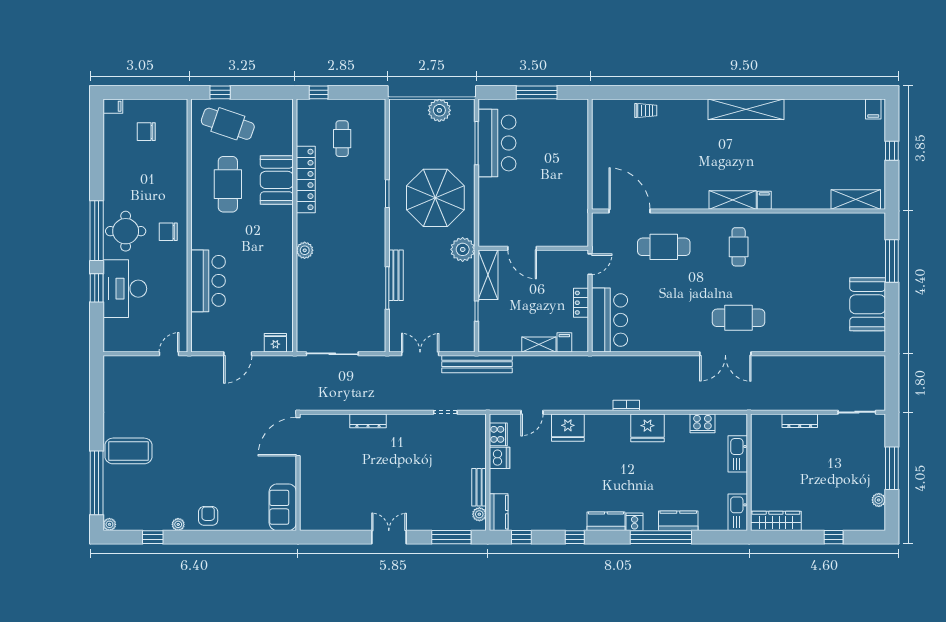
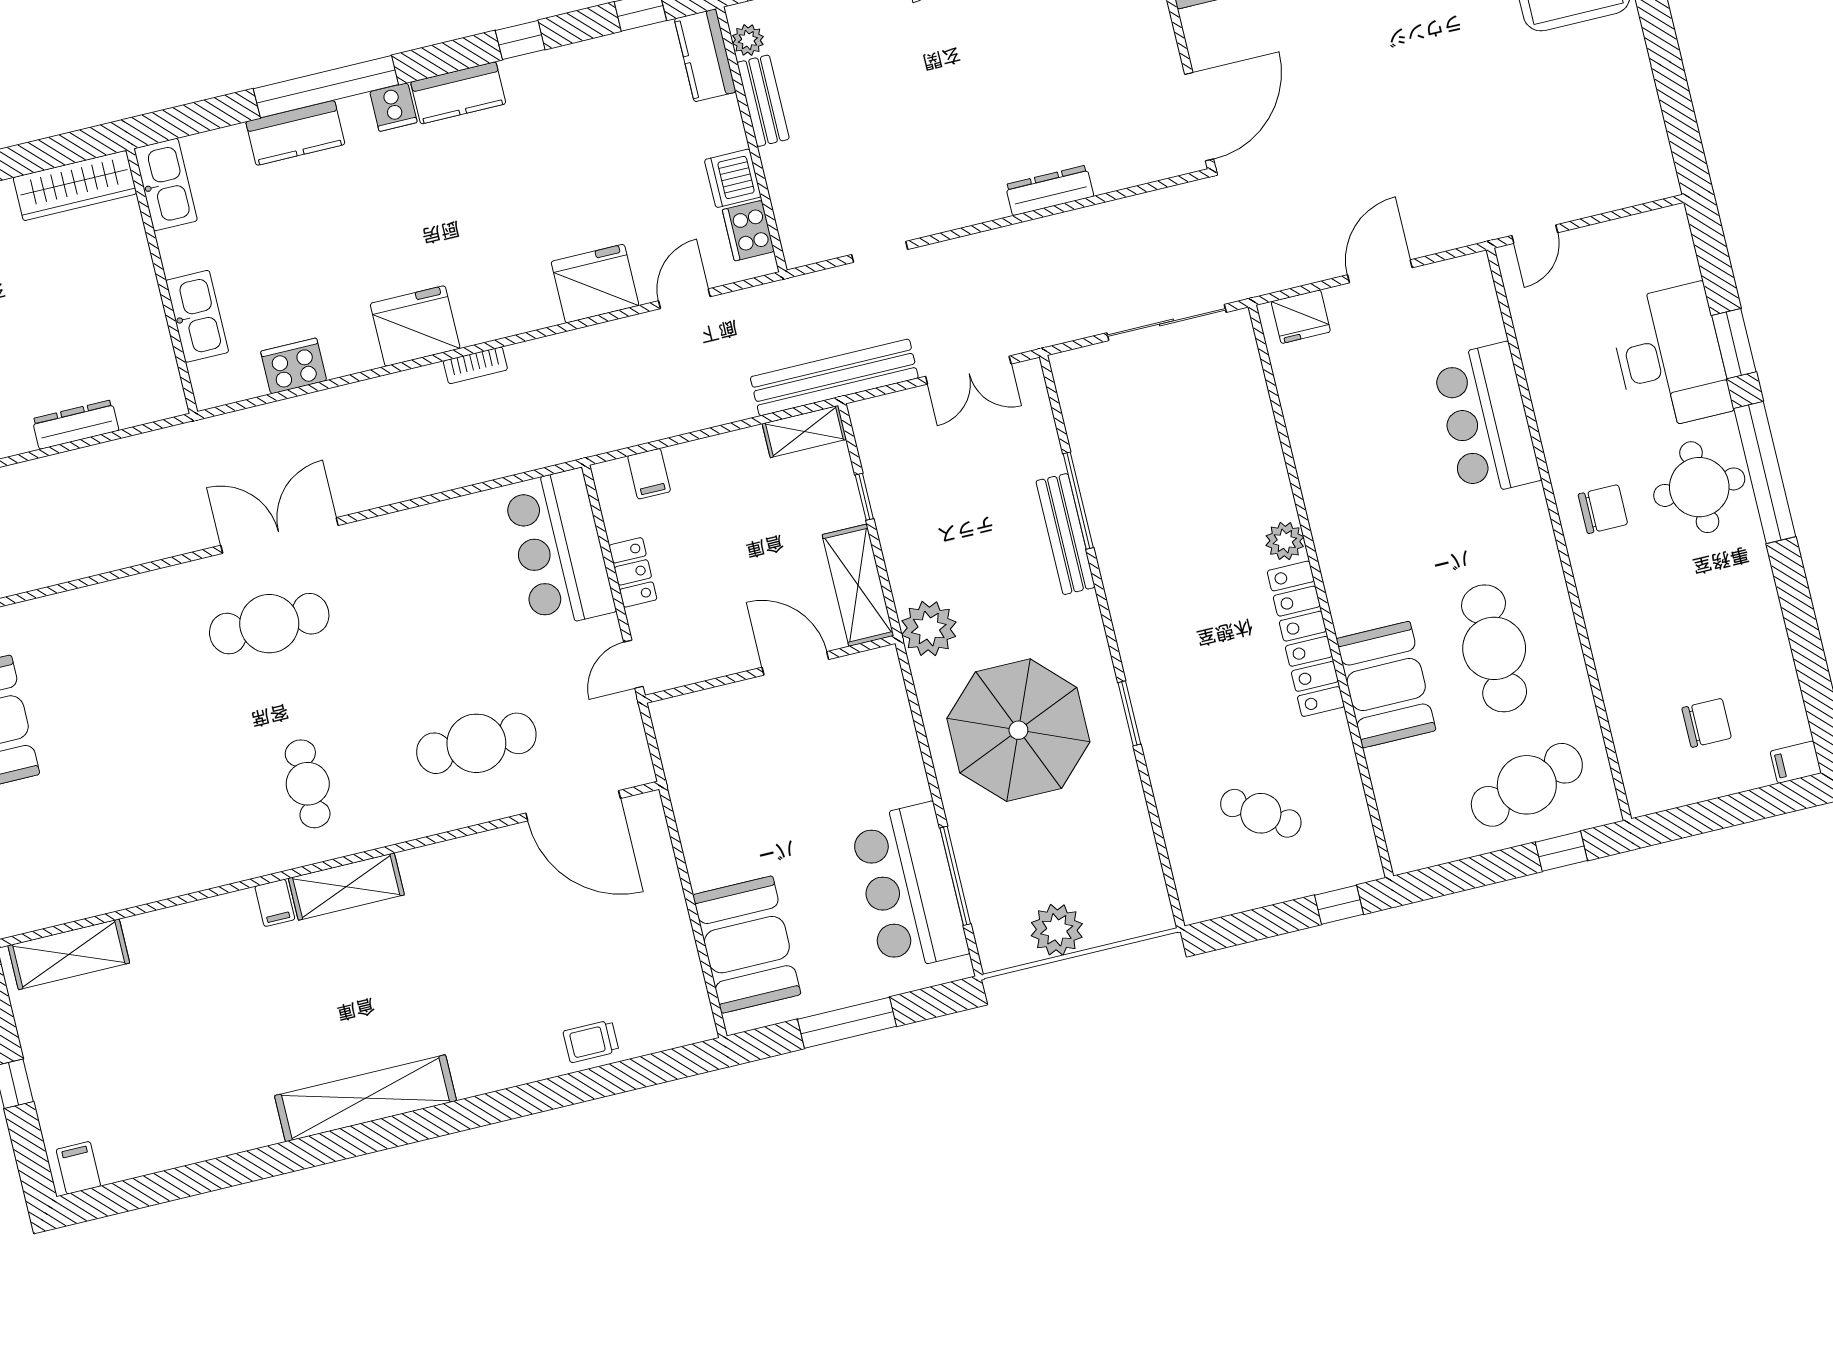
cafe table: (228, 124) -> (1527, 785), turned -36
booth: (571, 135) -> (747, 945), added
cafe table: (342, 139) -> (1261, 813), turned -56
locker: (306, 179) -> (1306, 639), moved
shelving: (539, 345) -> (804, 431), moved

